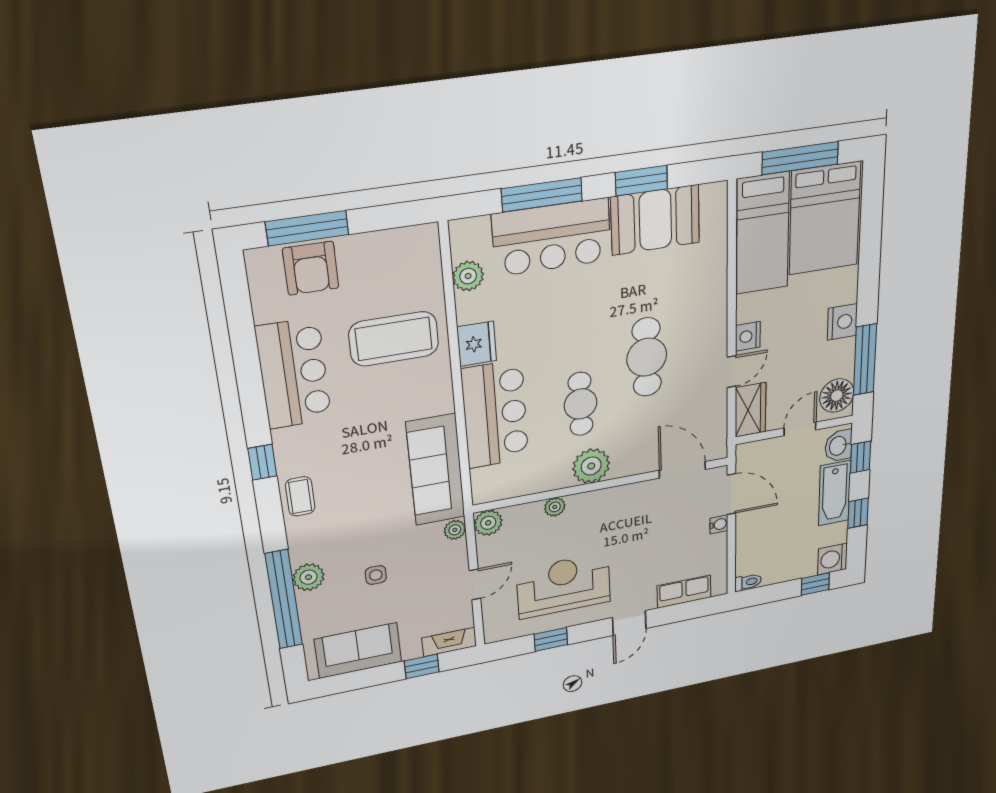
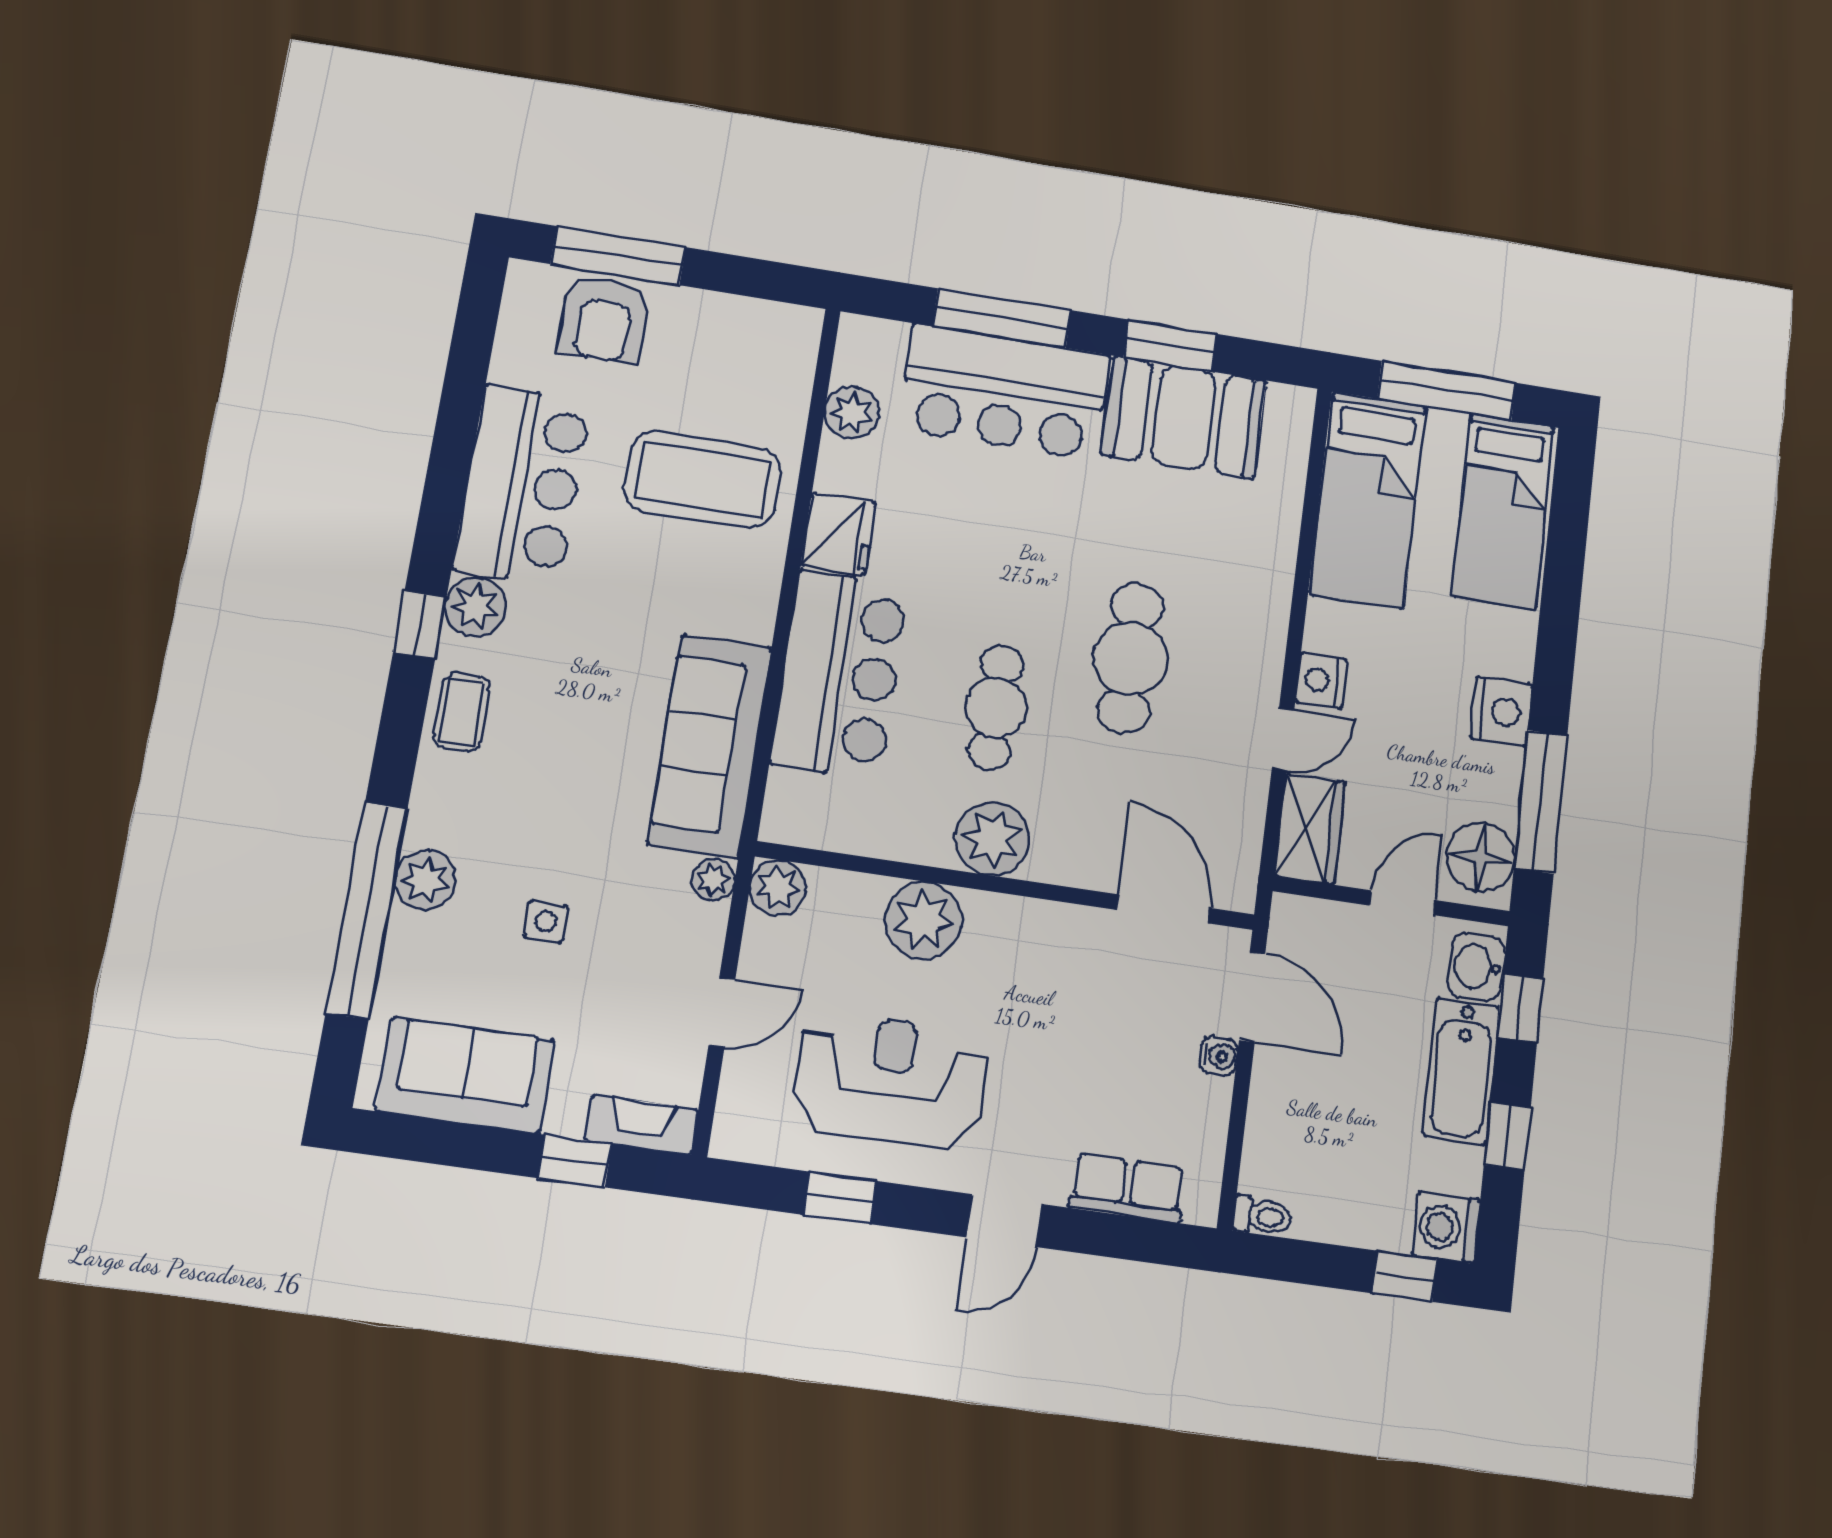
bed: (825, 218) -> (1503, 511), width x0.67
plant: (289, 444) -> (475, 607), added
plant: (555, 507) -> (923, 920), width x1.88, depth x1.88

